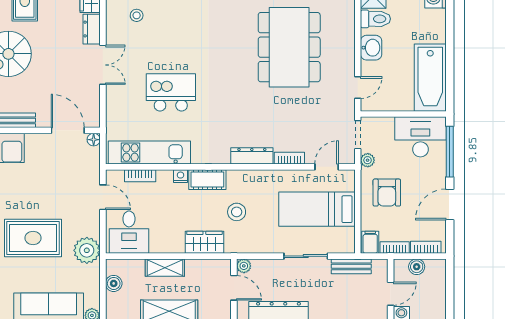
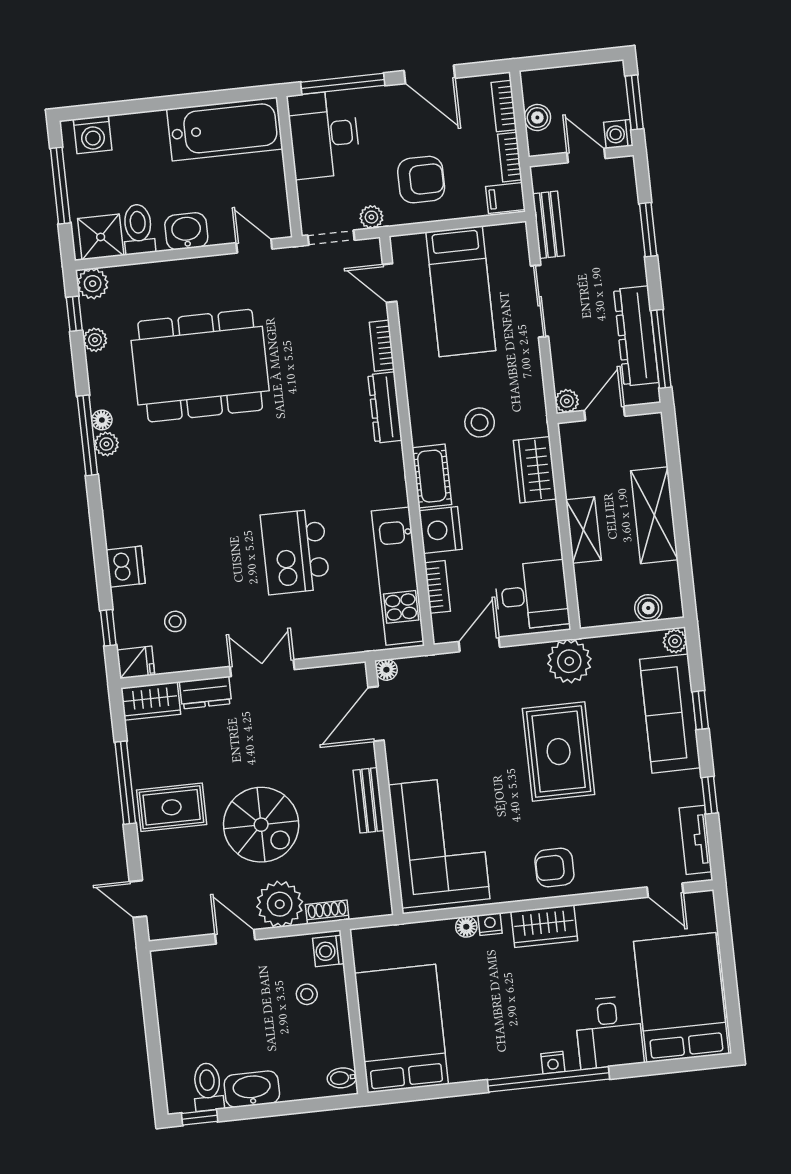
nightstand: (181, 176) -> (440, 530), width x1.89, depth x1.79
boiler: (114, 283) -> (648, 608), moved

